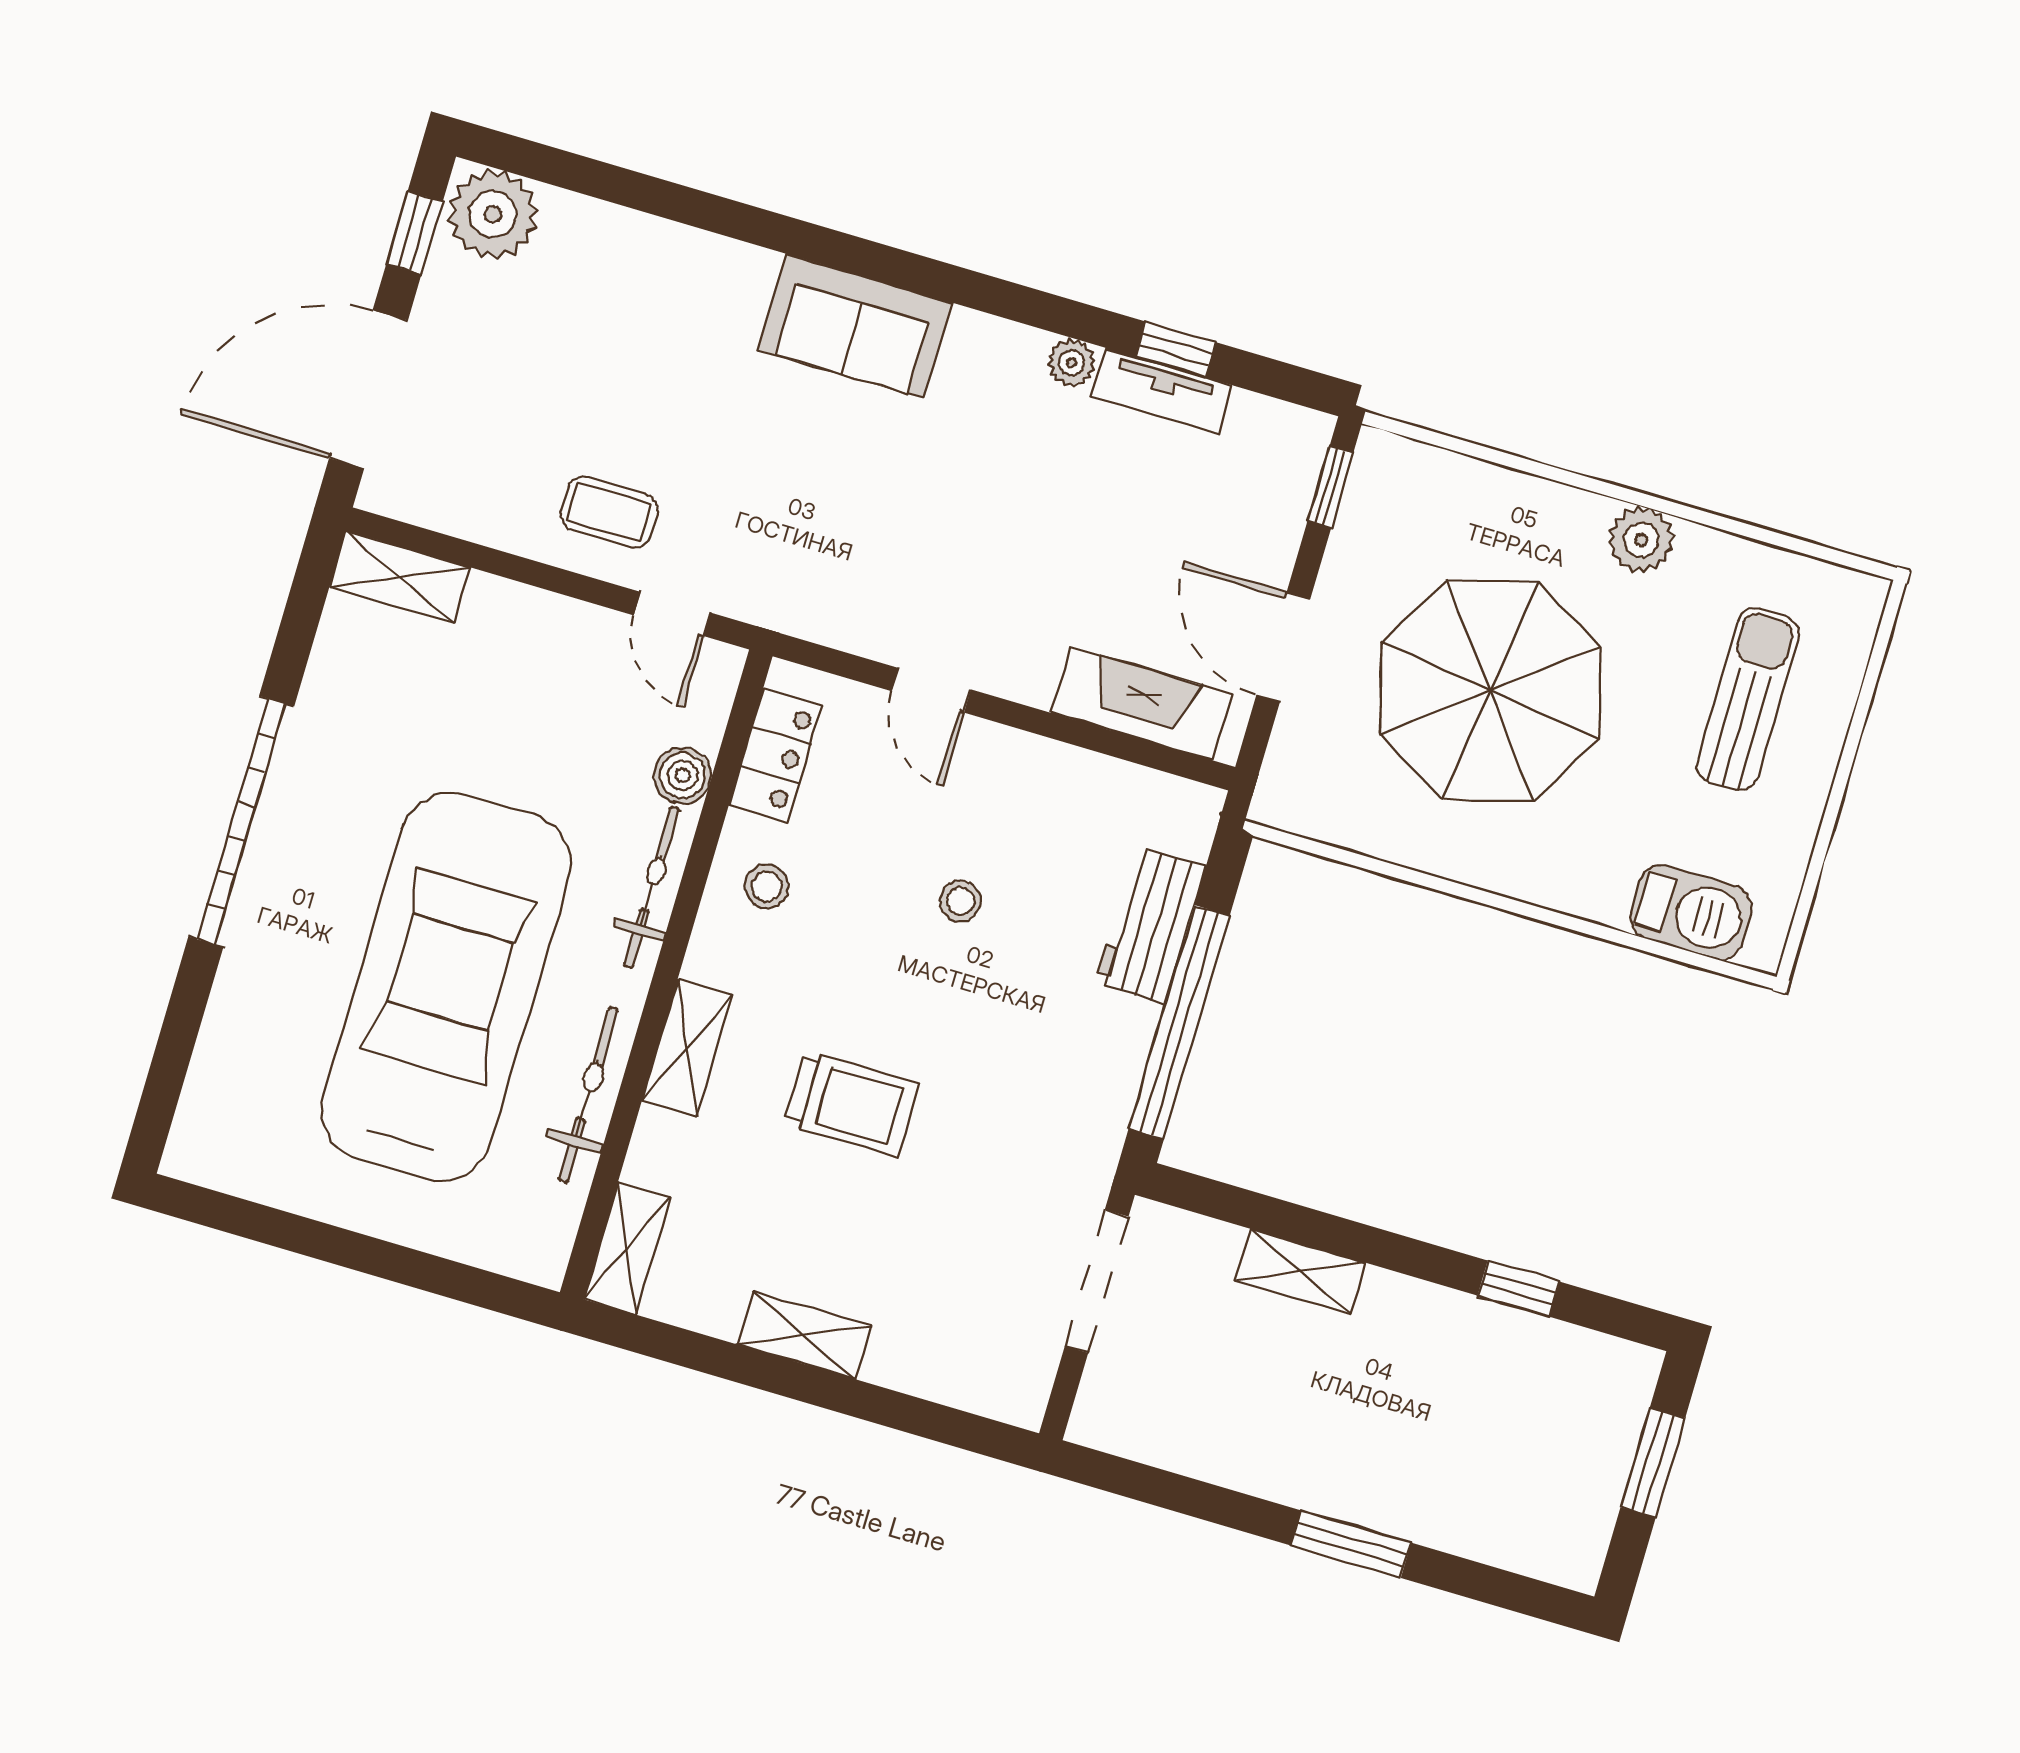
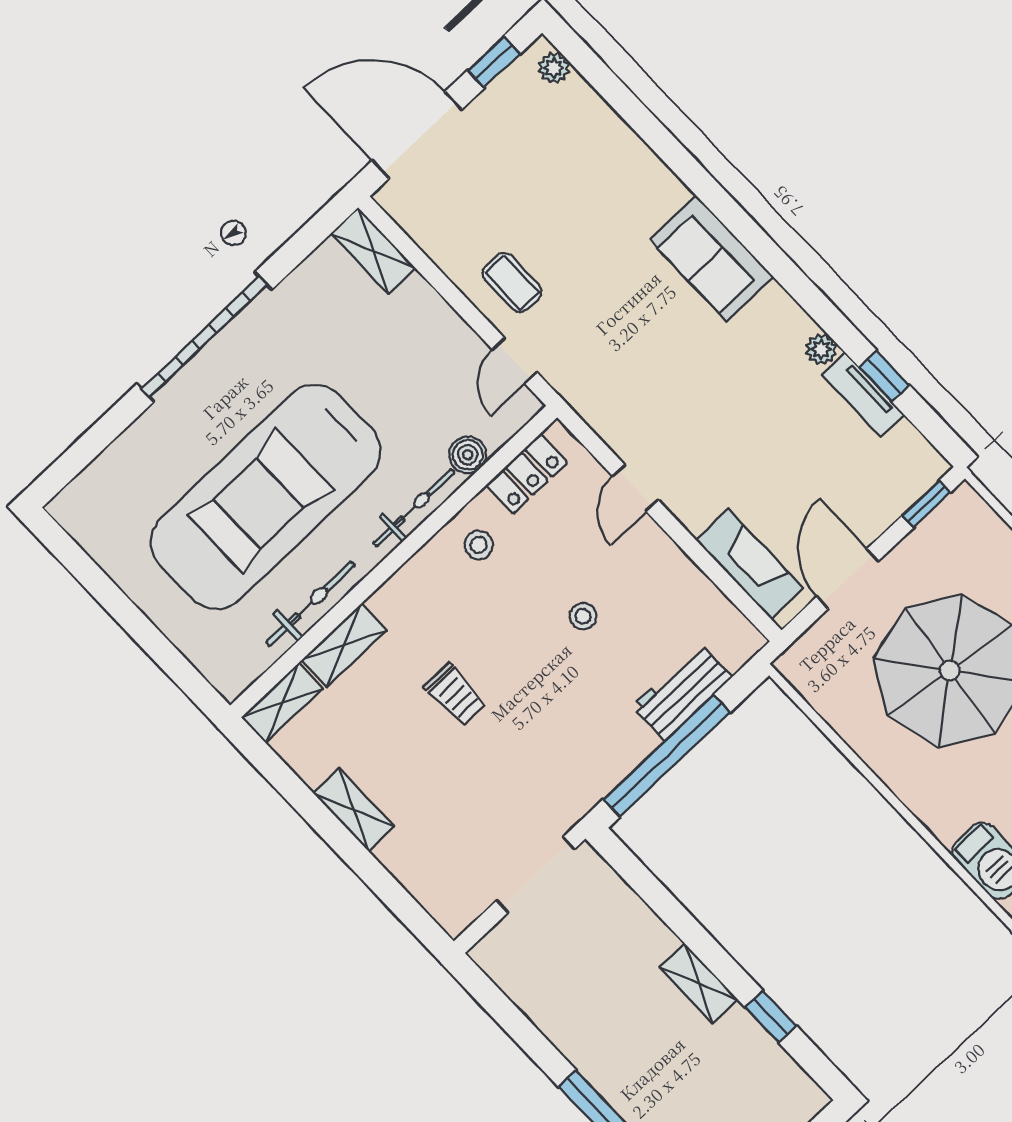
plant: (493, 214) -> (554, 68), width x0.53, depth x0.53
car: (446, 987) -> (266, 497), turned 180
shelving: (687, 1048) -> (344, 645), moved
trolley: (851, 1104) -> (455, 695), width x0.73, depth x0.72
shelving: (1300, 1271) -> (699, 983), moved

